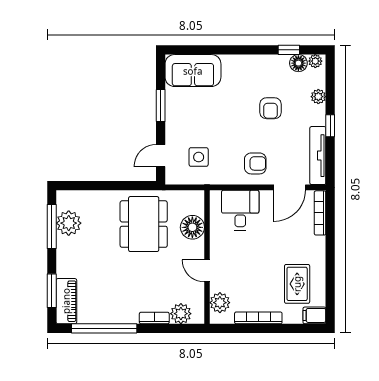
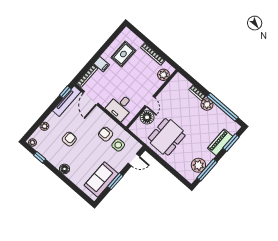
floor lamp: (298, 63) -> (64, 169), moved
sofa: (193, 71) -> (101, 180), moved, turned -90
window: (330, 126) -> (65, 92), moved
armchair: (255, 163) -> (106, 134), moved
door: (290, 187) -> (91, 98), swing flipped
door: (207, 271) -> (150, 102), moved
piano: (66, 301) -> (220, 142), moved
plant: (181, 314) -> (207, 105), moved
filing cabinet: (314, 315) -> (102, 64), moved

